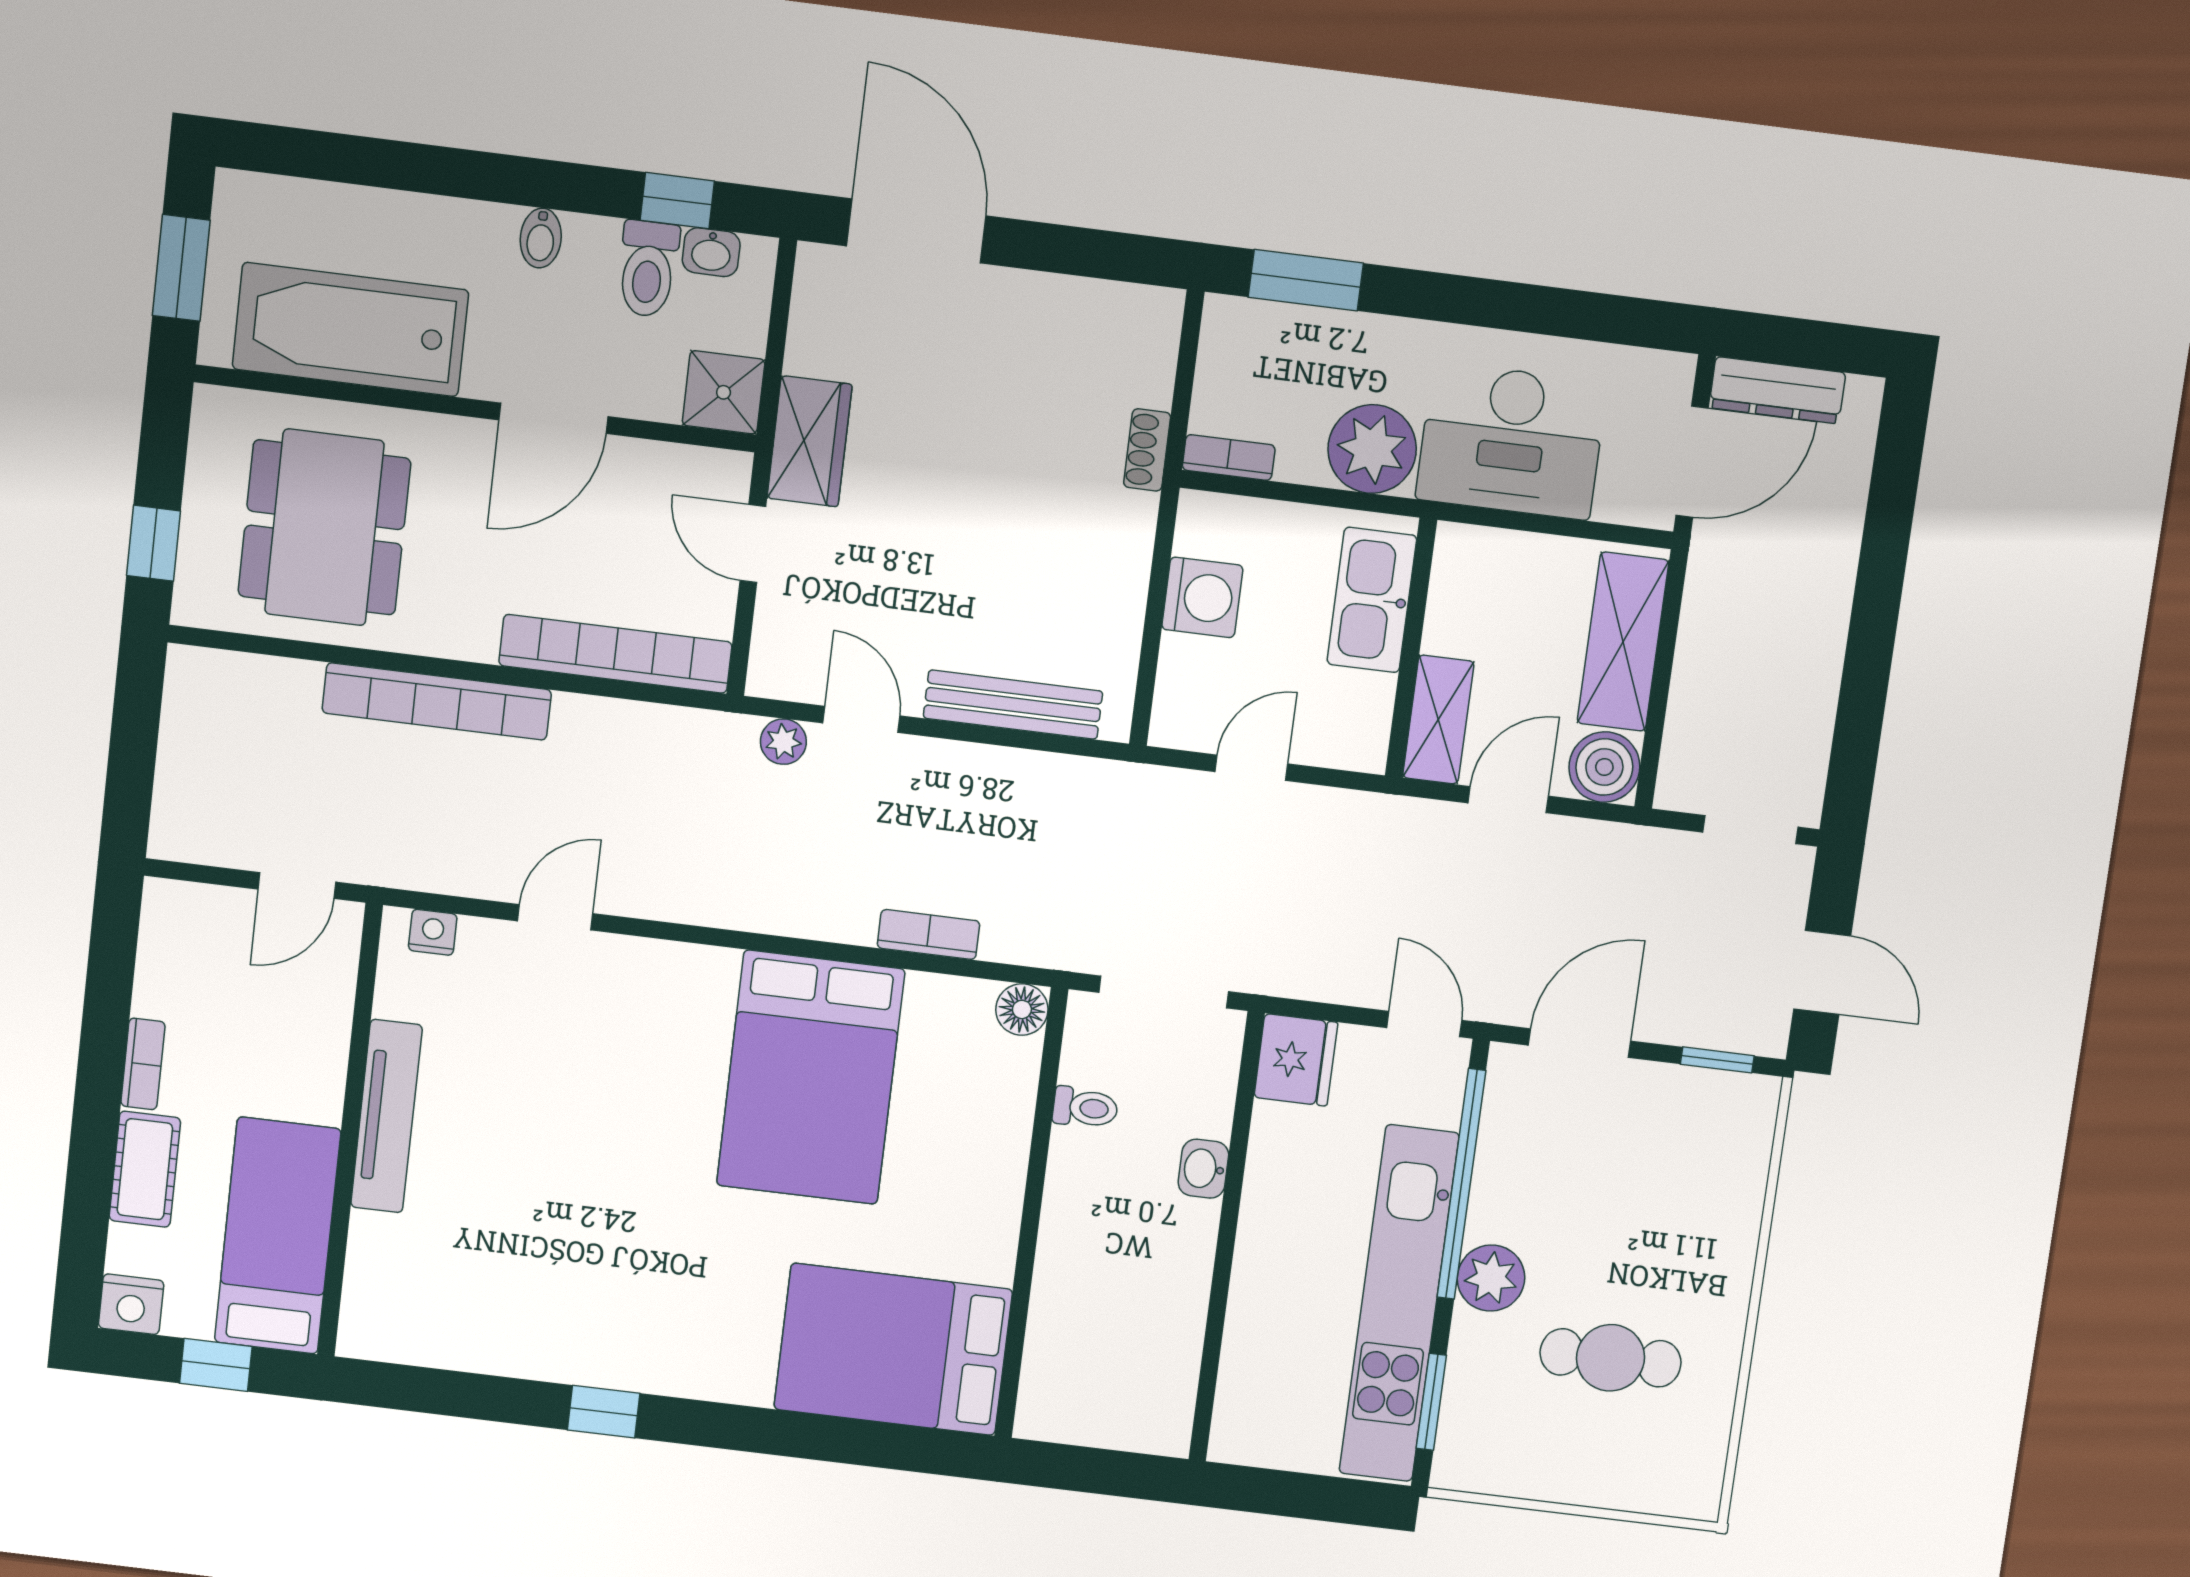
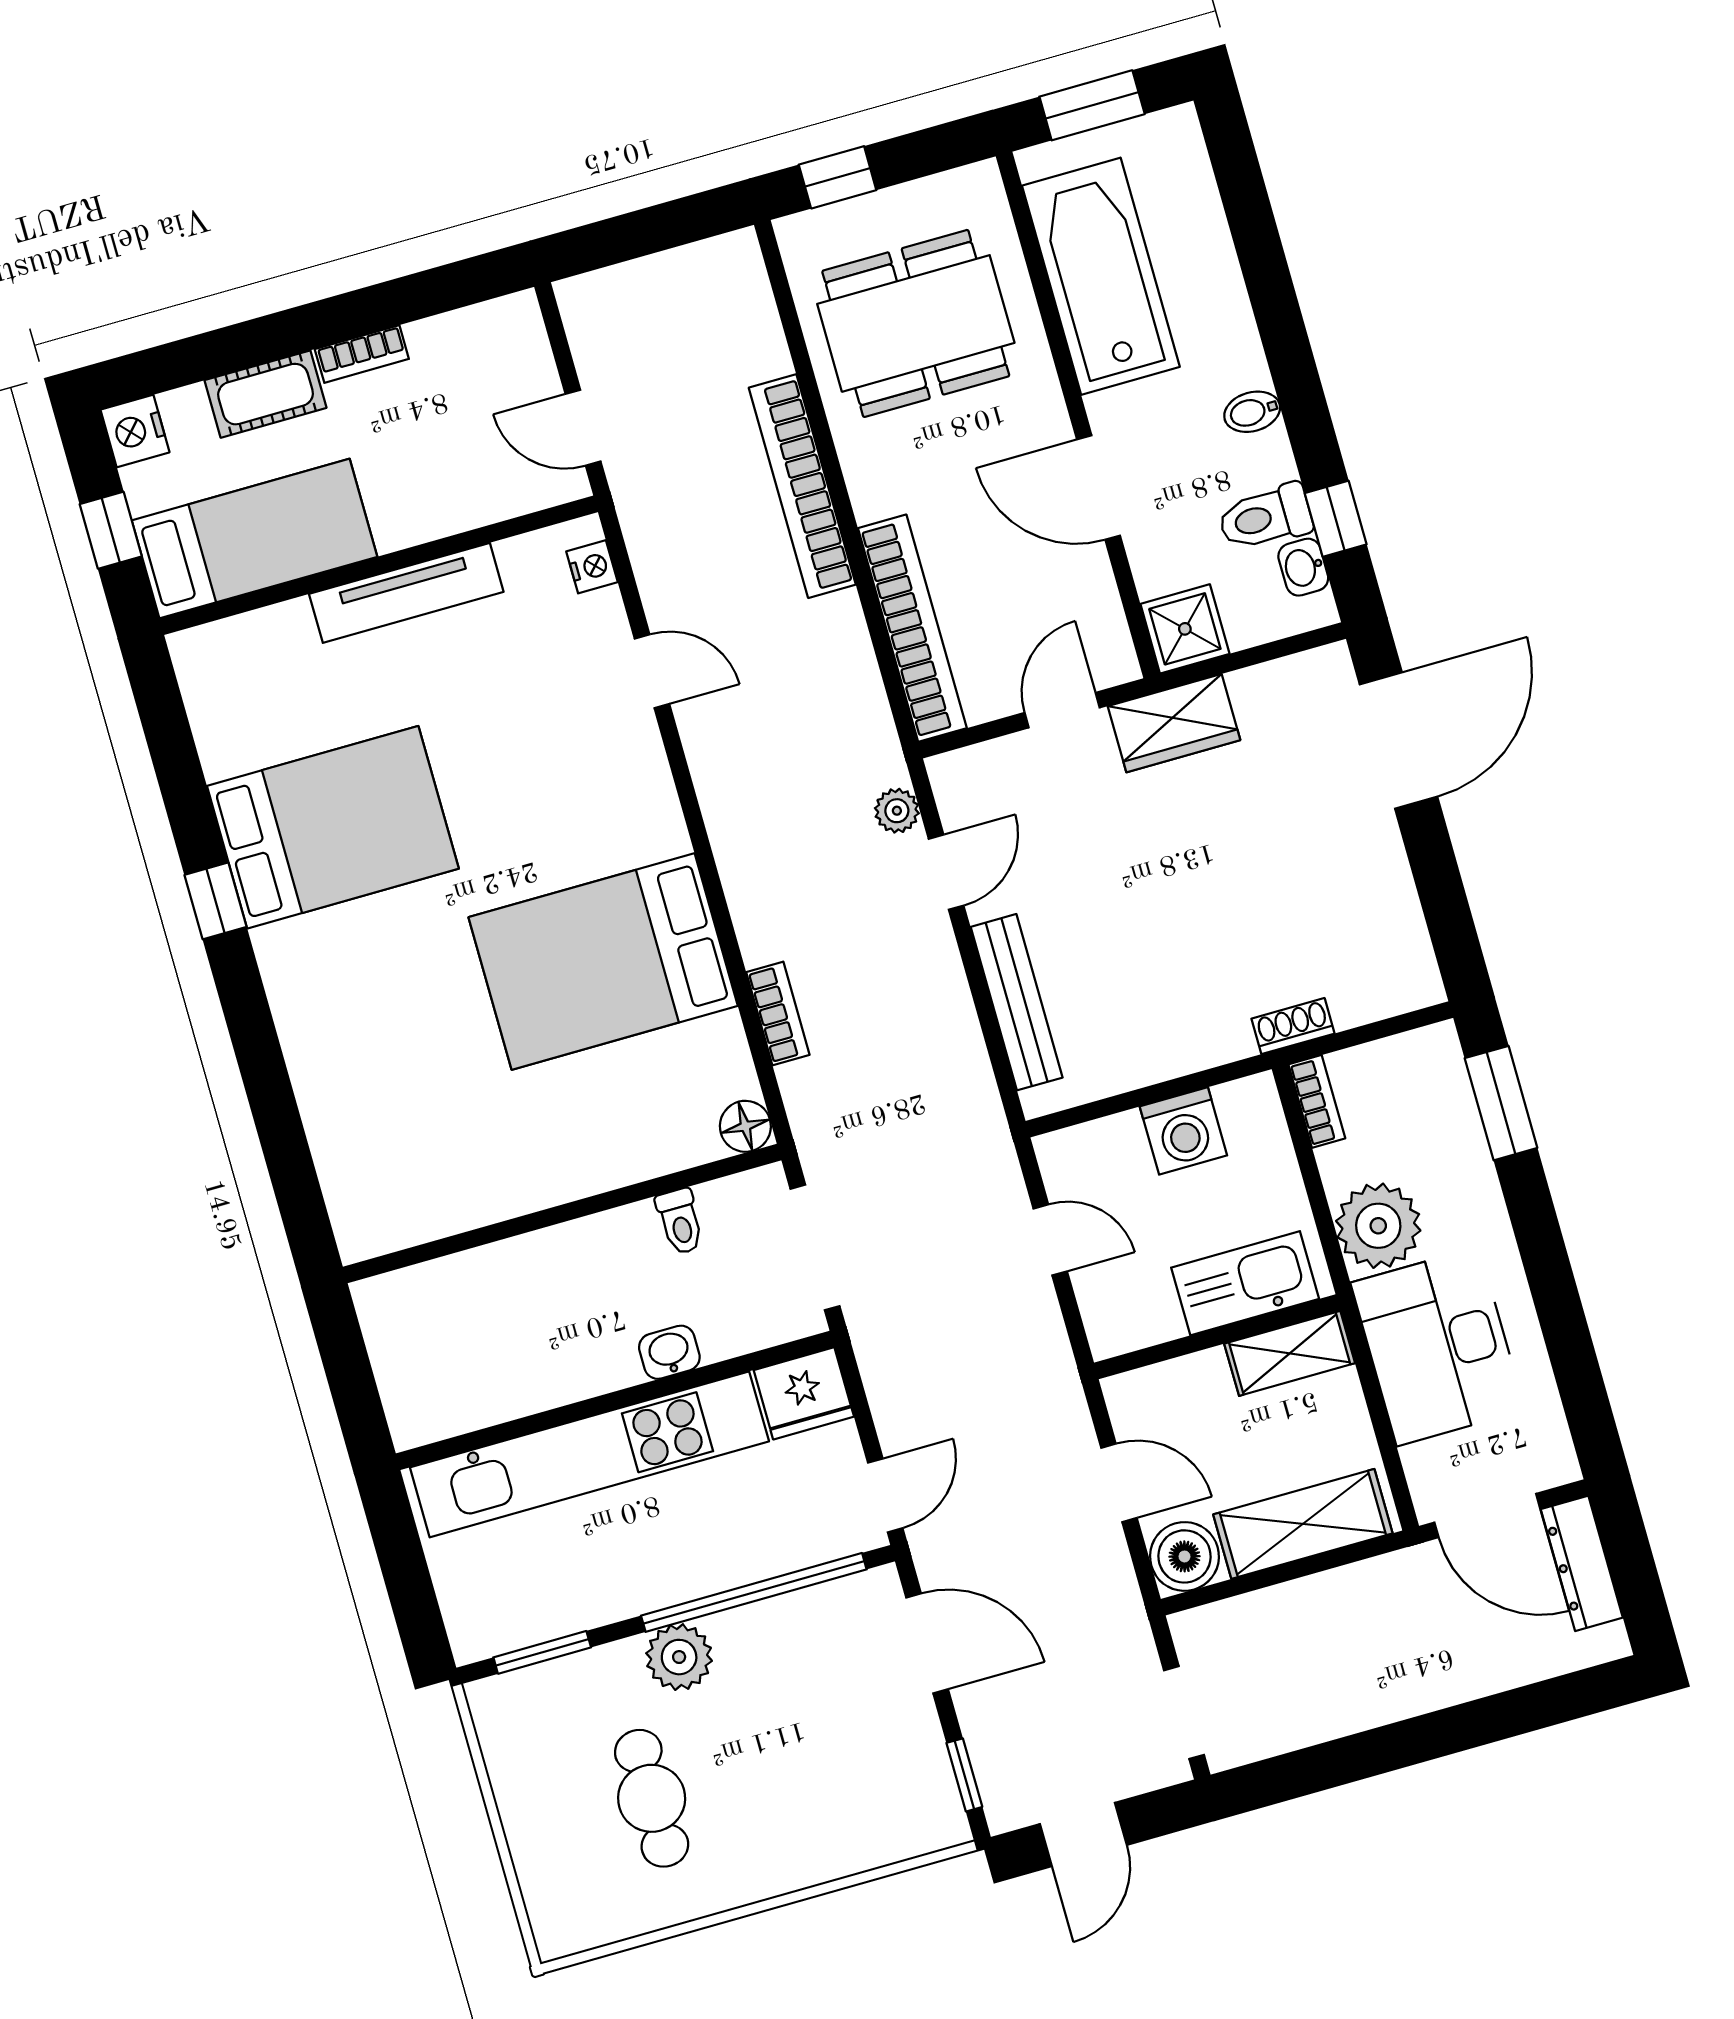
shelving: (1438, 719) -> (1290, 1353), moved
kitchen unit: (1399, 1304) -> (589, 1454), moved, turned 180
bed: (893, 1349) -> (333, 827), moved, turned 90

